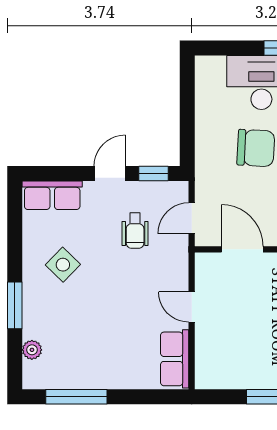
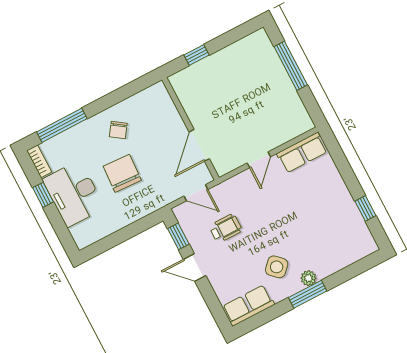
row of seats: (52, 195) -> (248, 306), moved, turned -90
window: (15, 305) -> (308, 294), moved
plant: (32, 350) -> (308, 278), moved
window: (76, 397) -> (365, 208), width x0.46

